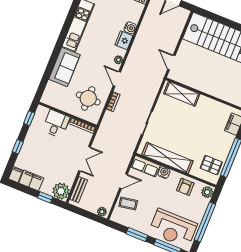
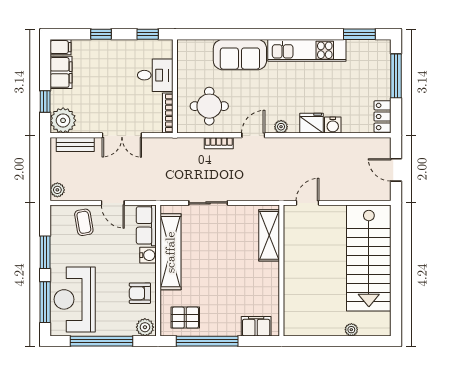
pallet: (211, 165) -> (185, 318), turned 90

